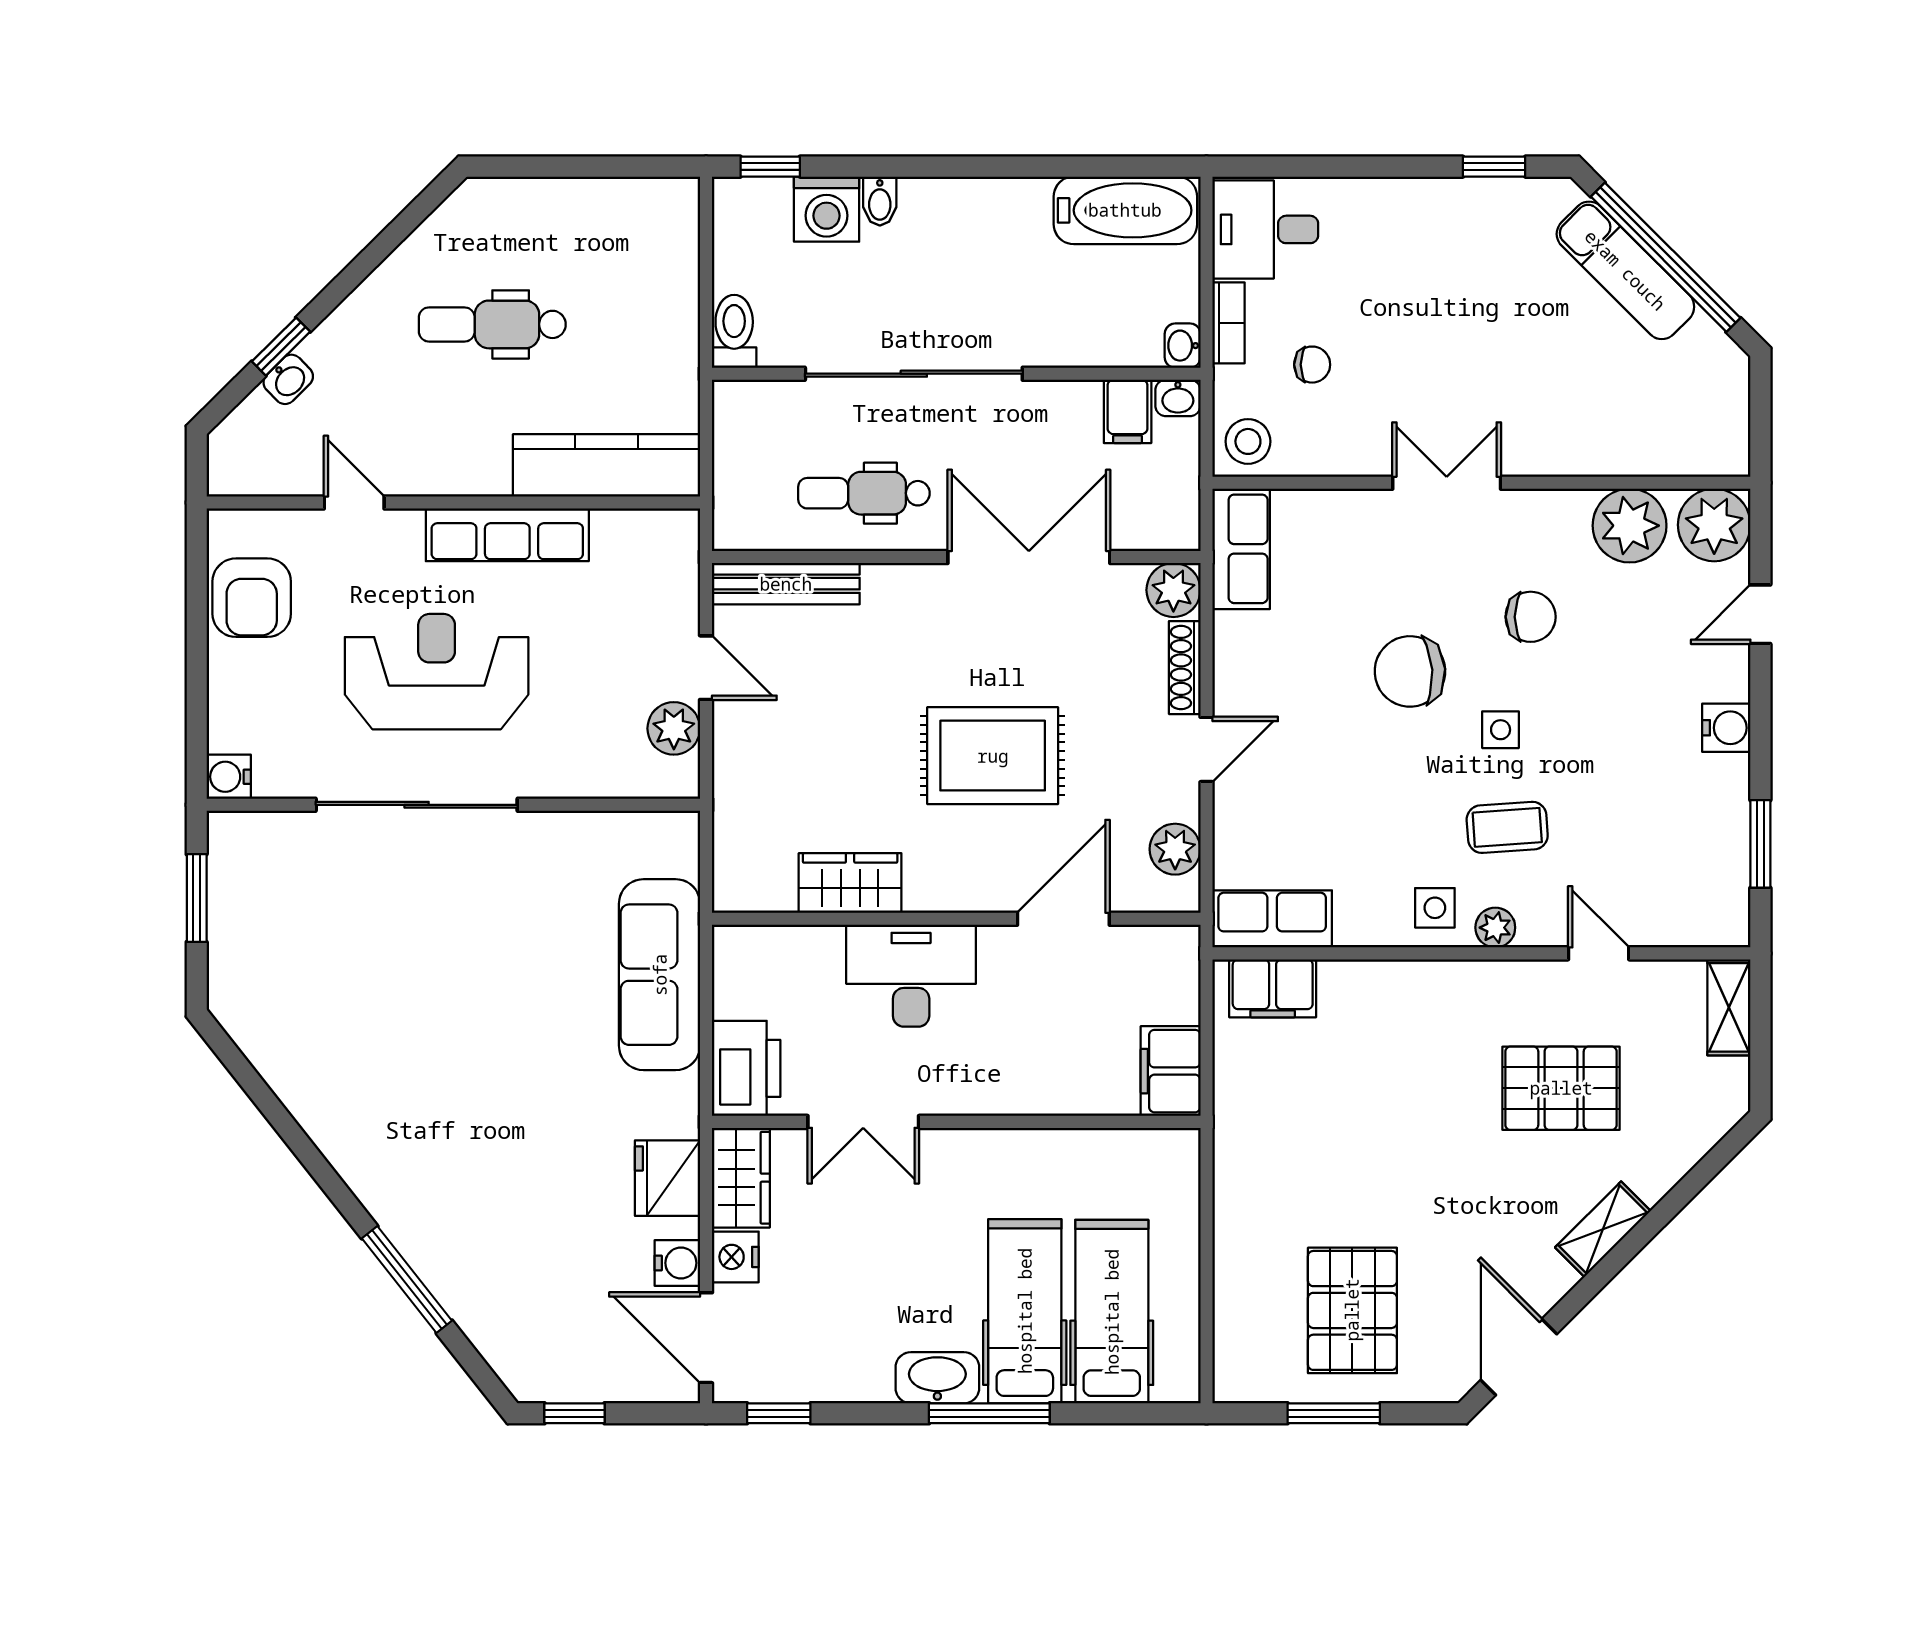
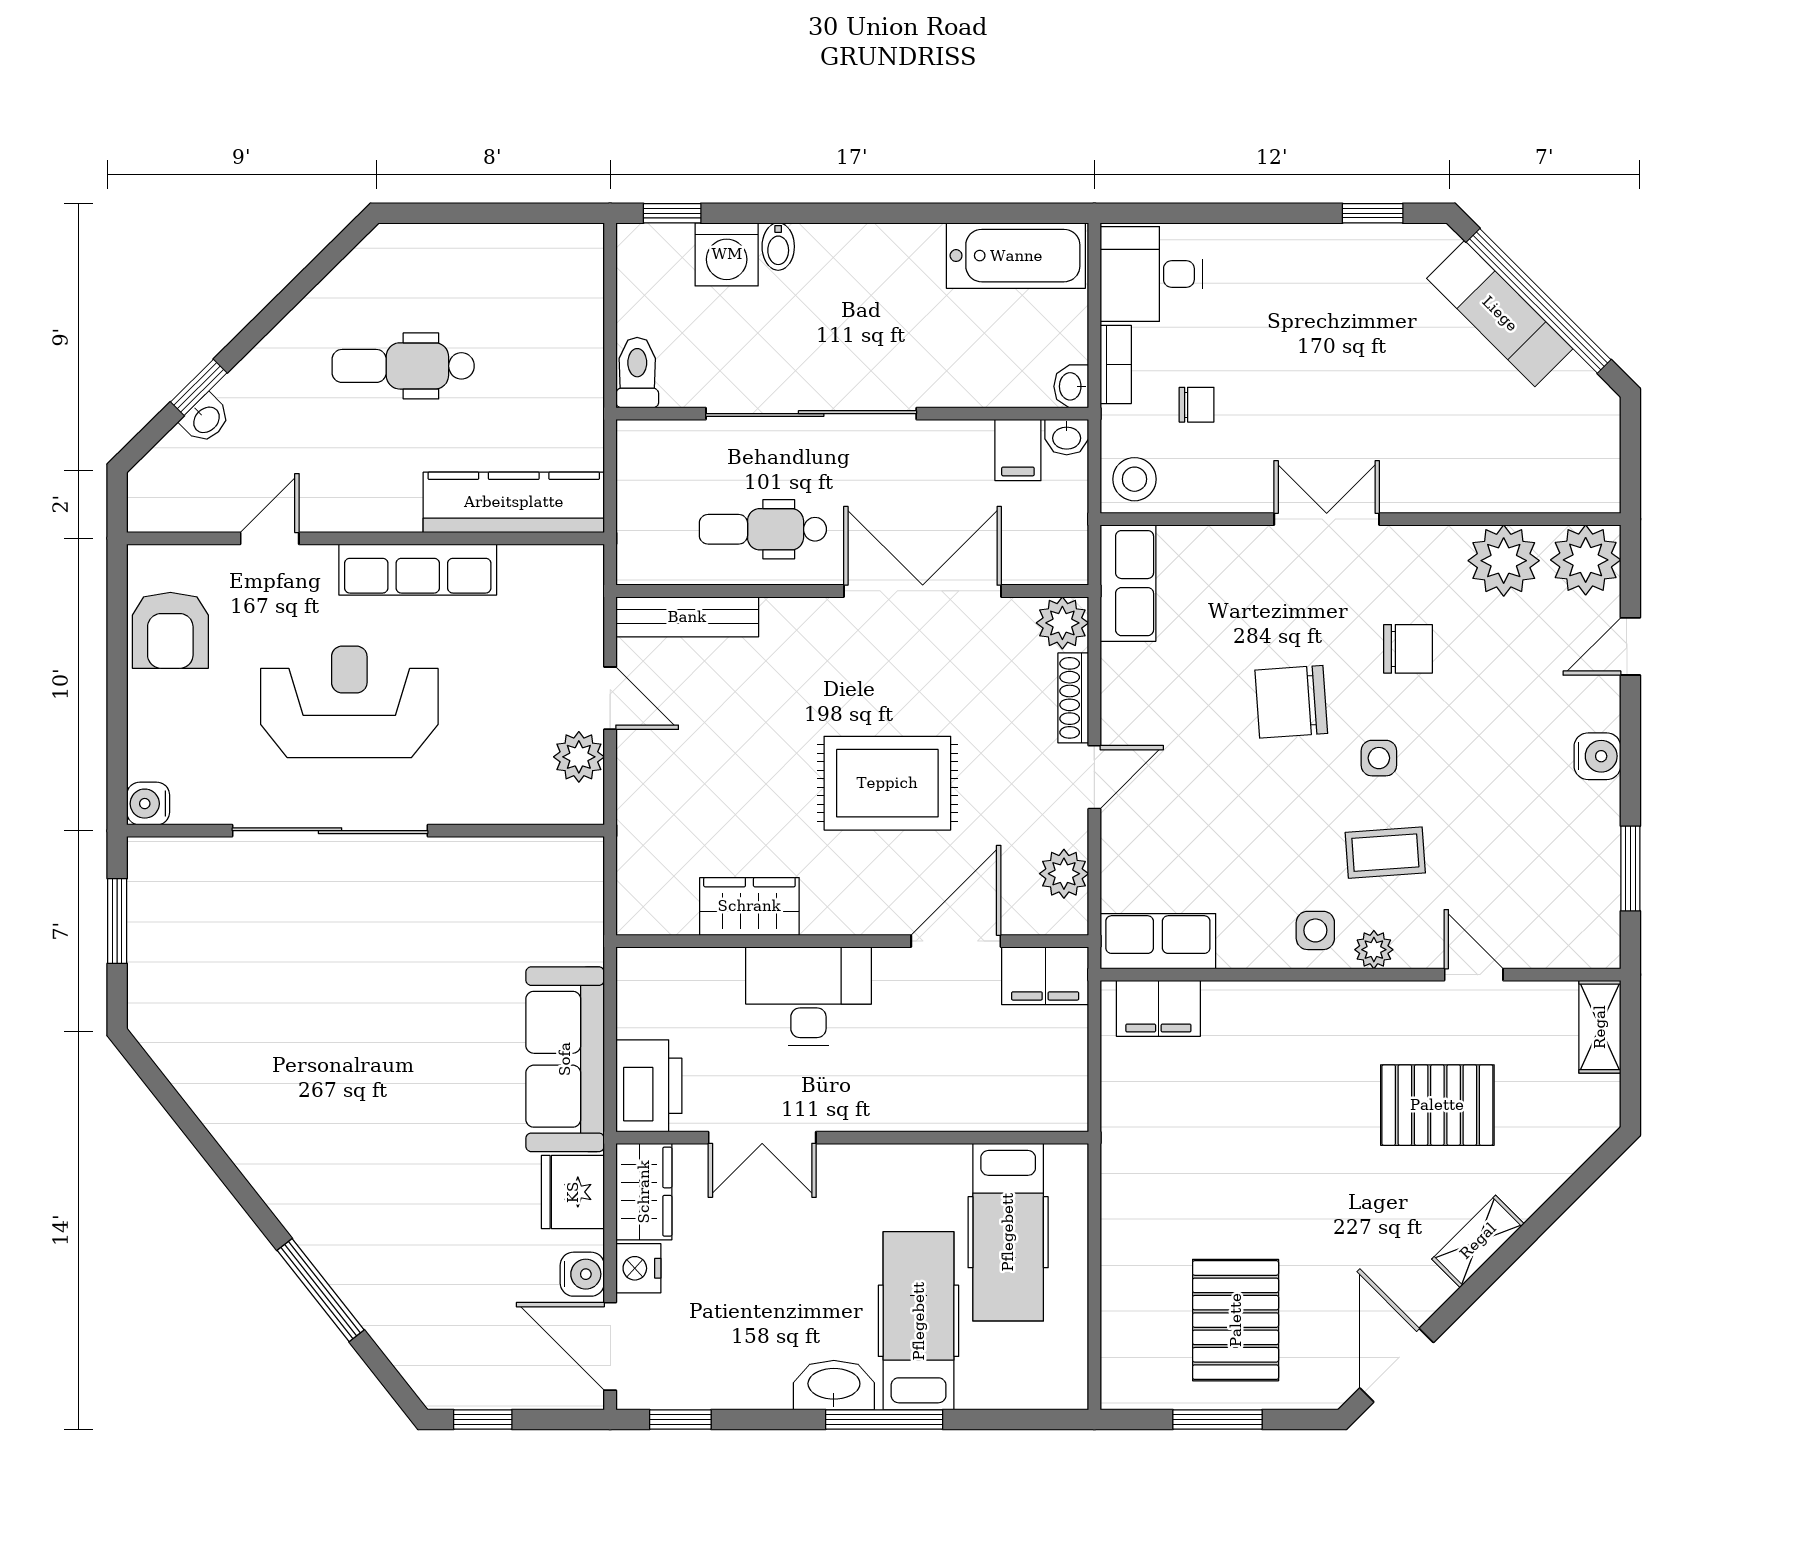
door: (354, 503) -> (270, 538), hinge flipped
sofa: (660, 975) -> (565, 1059), moved
filing cabinet: (1171, 1071) -> (1045, 976), moved, turned -90
hospital bed: (1112, 1312) -> (1008, 1232), moved, turned 180

